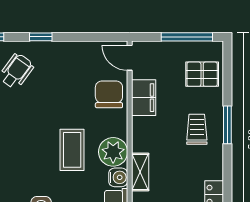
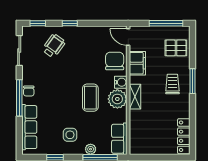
shelving: (140, 172) -> (135, 97), moved
water cooler: (118, 177) -> (121, 82), moved

